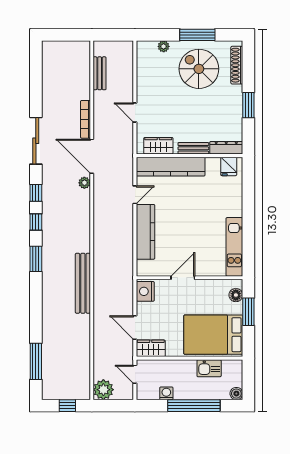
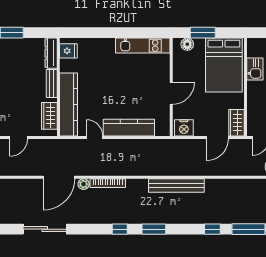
bookcase: (85, 119) -> (108, 183), moved
window: (36, 193) -> (212, 229), moved
door: (183, 278) -> (171, 93), swing flipped

